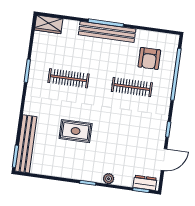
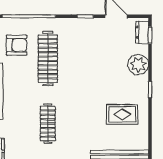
clothes rail: (132, 87) -> (48, 59), width x1.37, depth x1.31
rug: (76, 131) -> (122, 114), moved, turned 90
plant: (109, 179) -> (138, 65), width x1.87, depth x1.87

